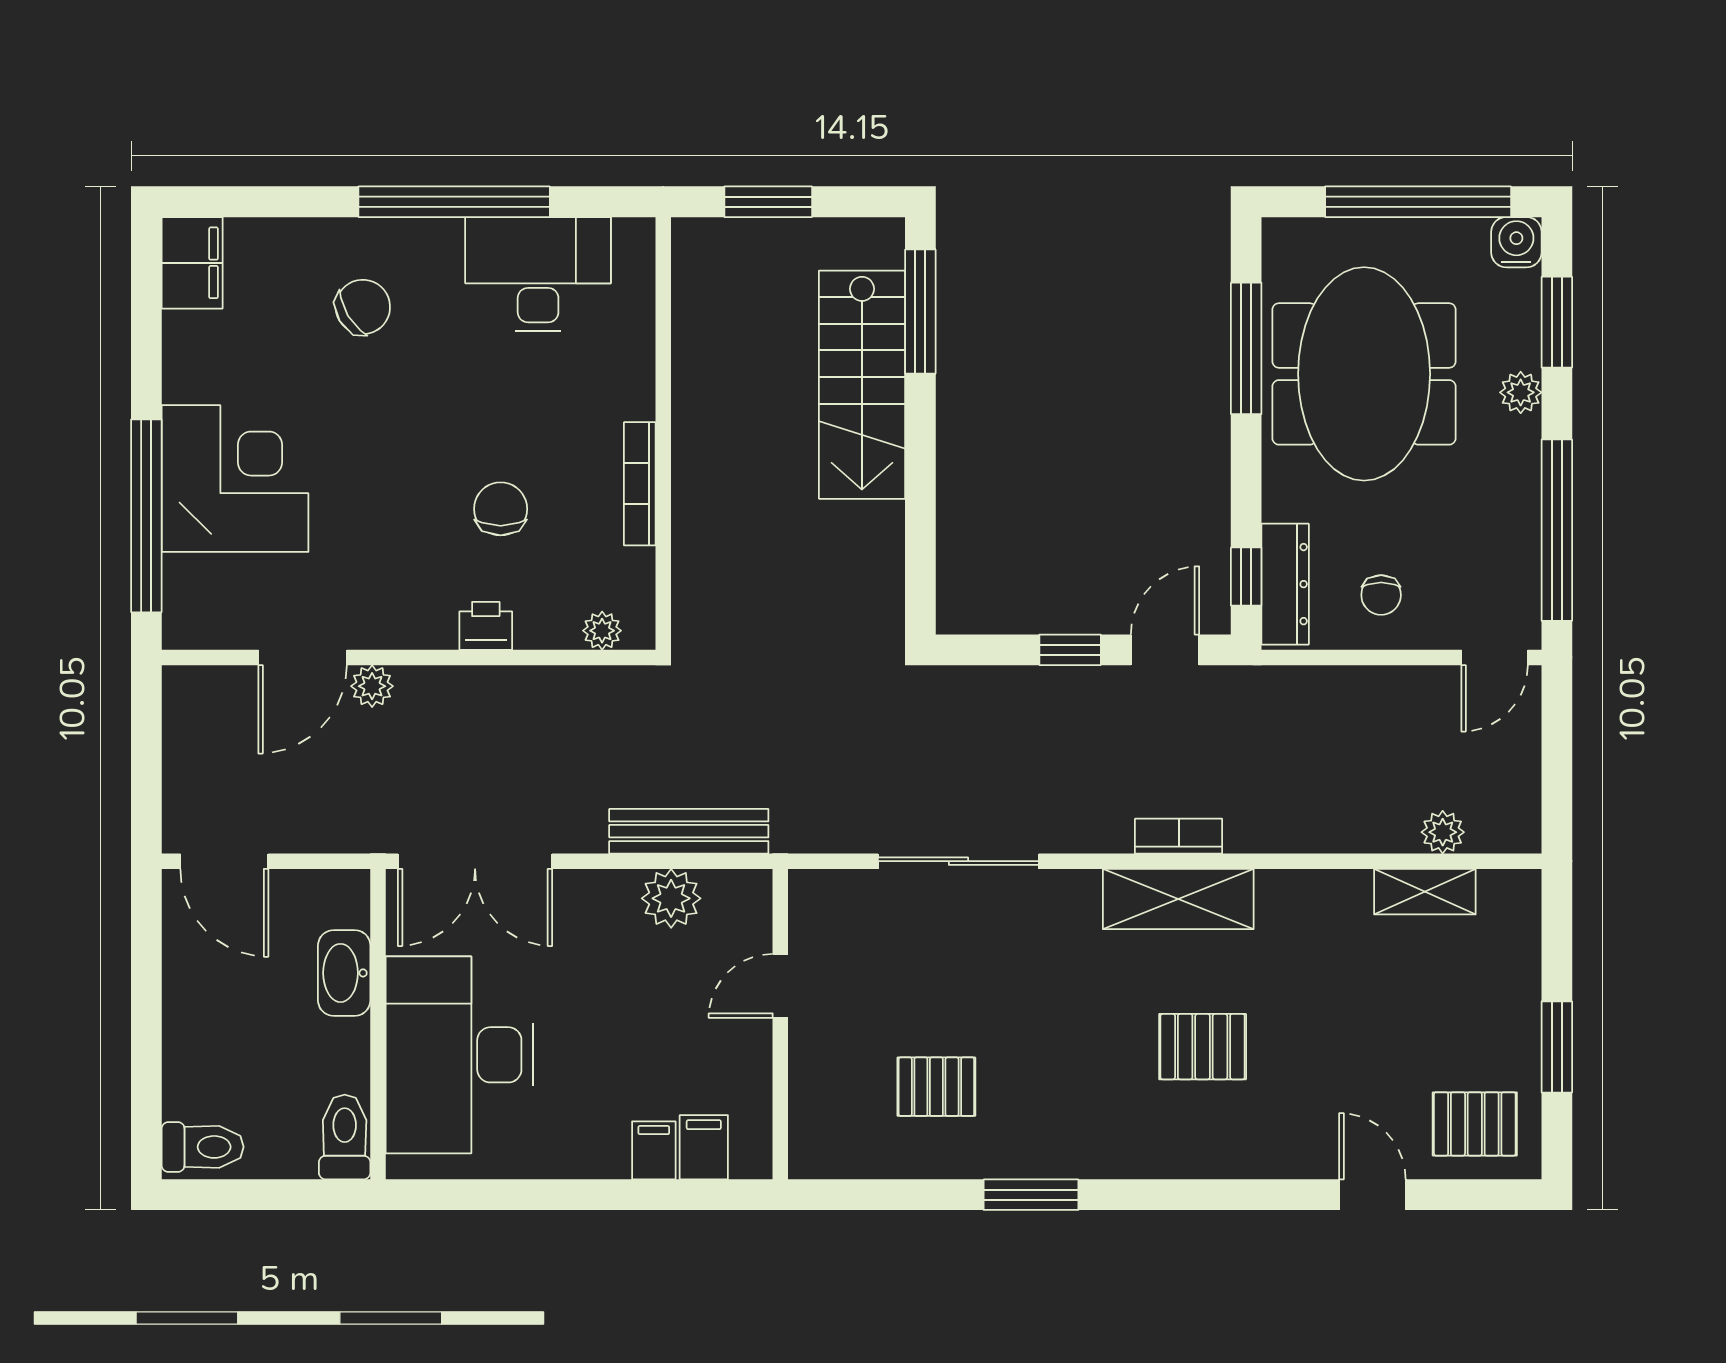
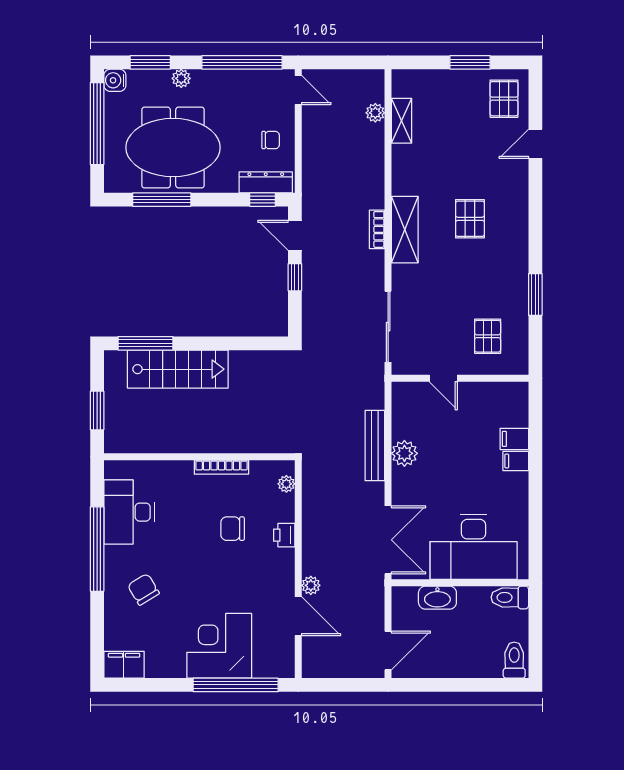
door: (780, 986) -> (443, 378), moved
wall: (780, 1024) -> (460, 378), moved

